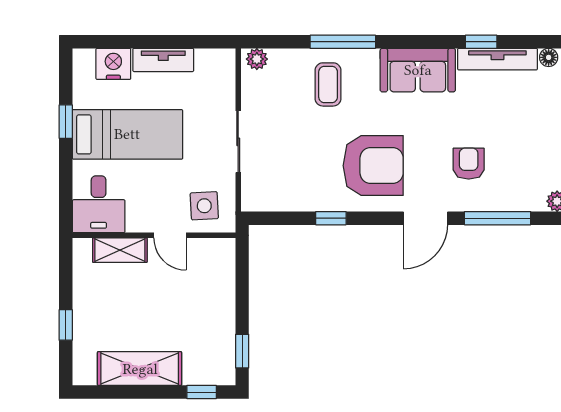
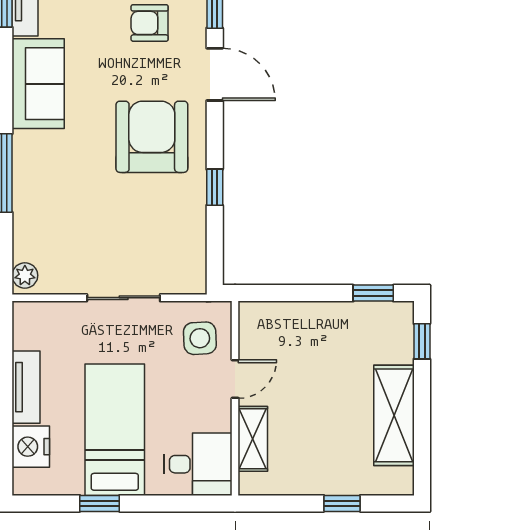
coffee table: (328, 84) -> (55, 191), removed

